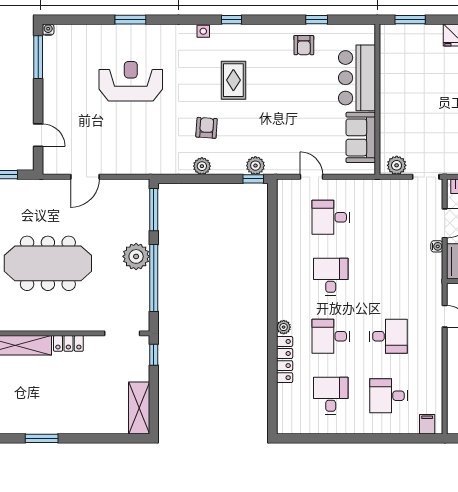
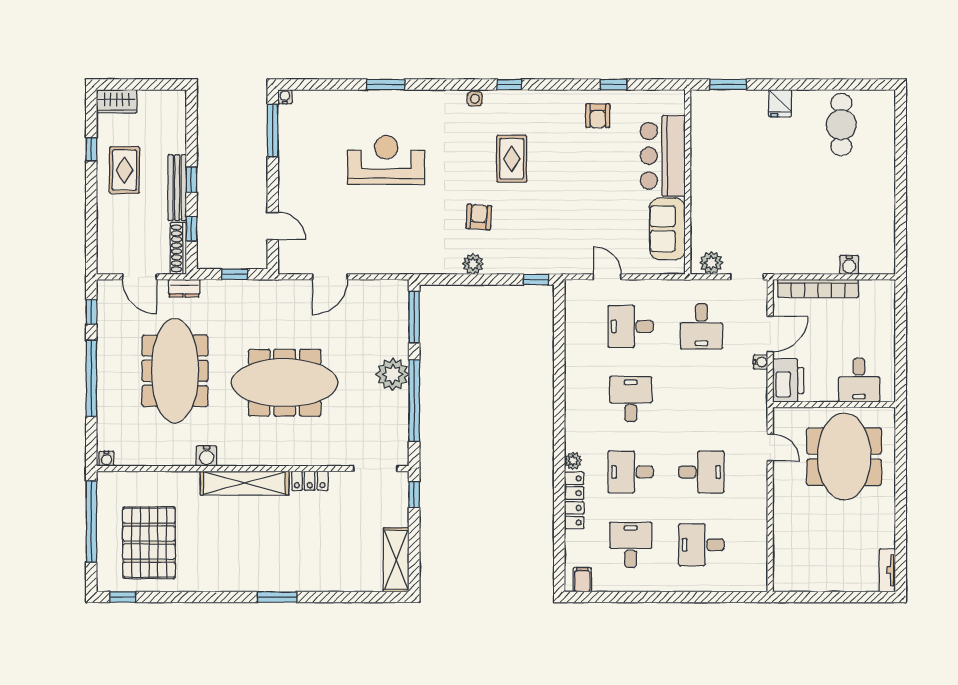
plant: (255, 166) -> (539, 263), removed
desk: (388, 217) -> (701, 326), added
filing cabinet: (427, 424) -> (582, 580), moved

